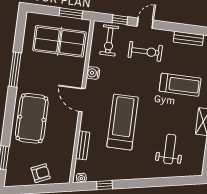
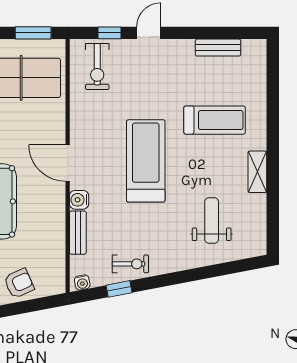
exercise bike: (145, 51) -> (130, 264), moved, width x0.73, depth x0.72
water cooler: (93, 73) -> (79, 200), moved
treadmill: (123, 122) -> (146, 161), moved

